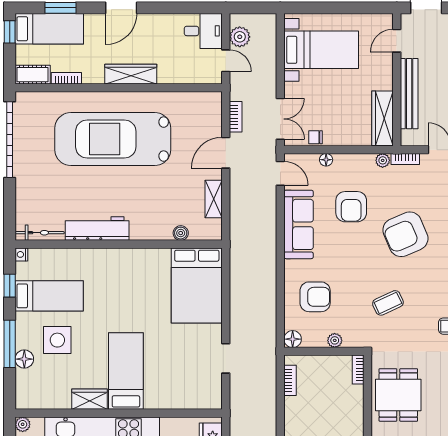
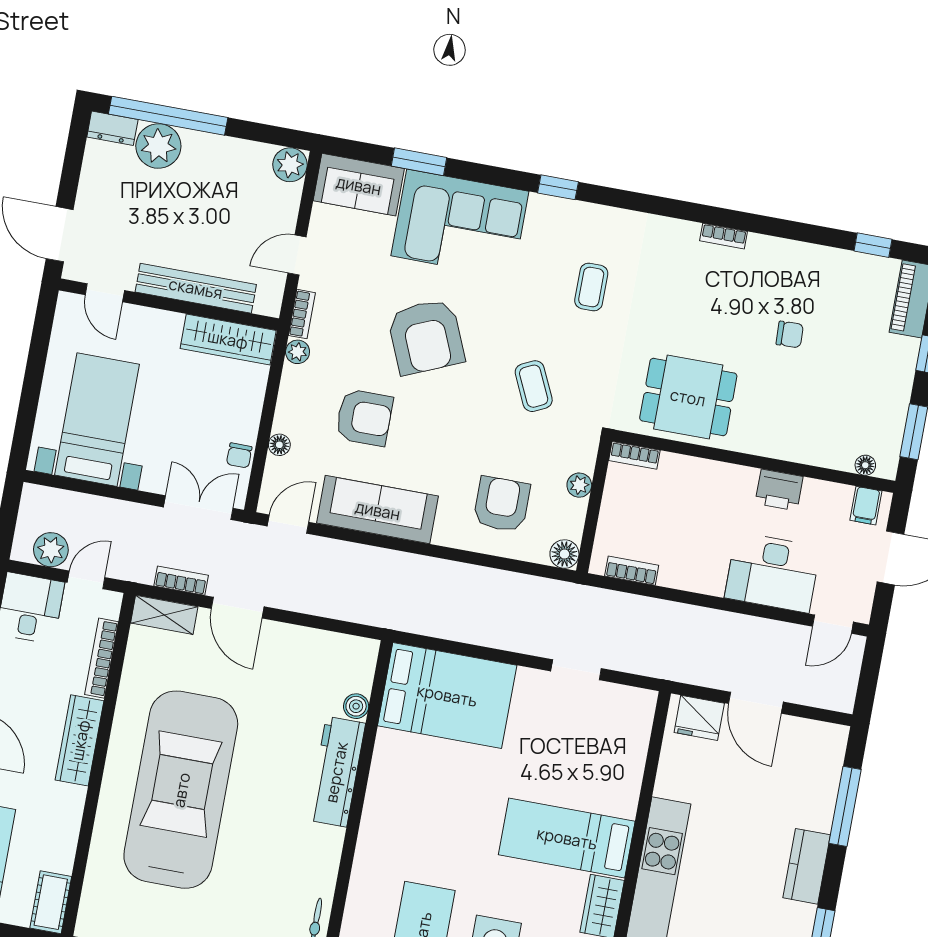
bookcase: (66, 78) -> (102, 658), moved, width x1.56
car: (113, 139) -> (181, 790), turned 180
shelving: (214, 199) -> (164, 615), moved
workbench: (97, 229) -> (336, 772), moved

